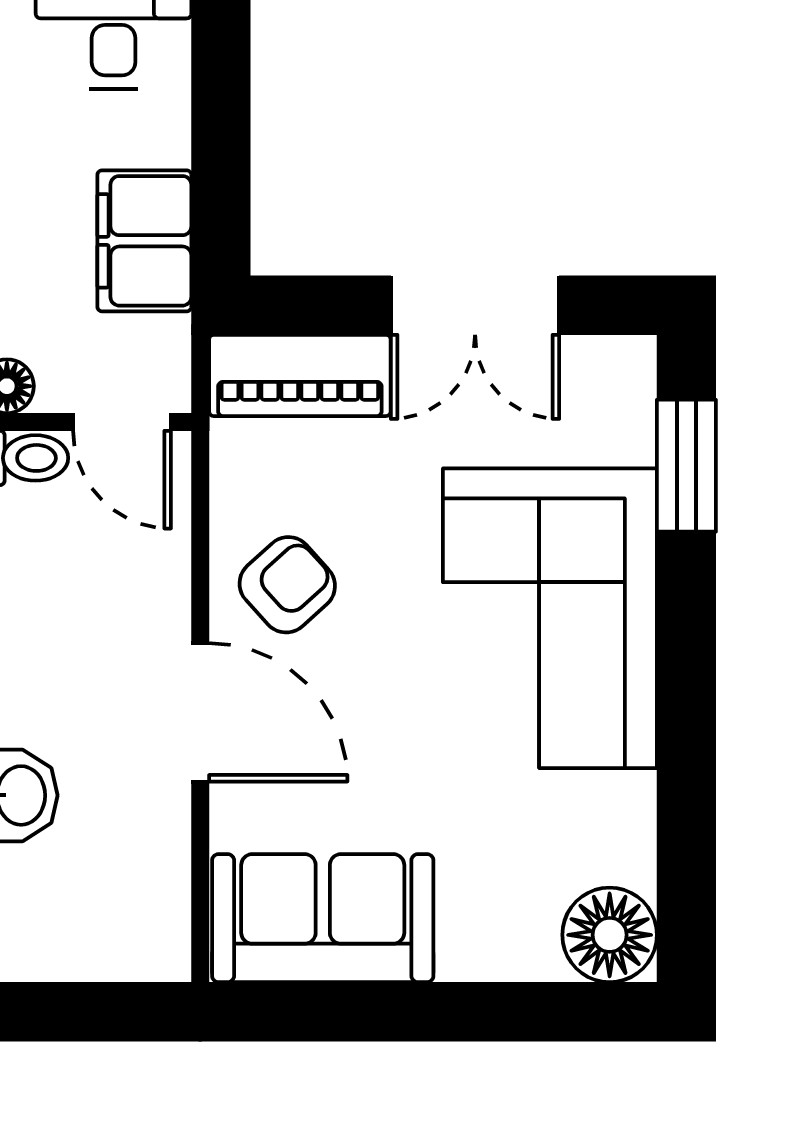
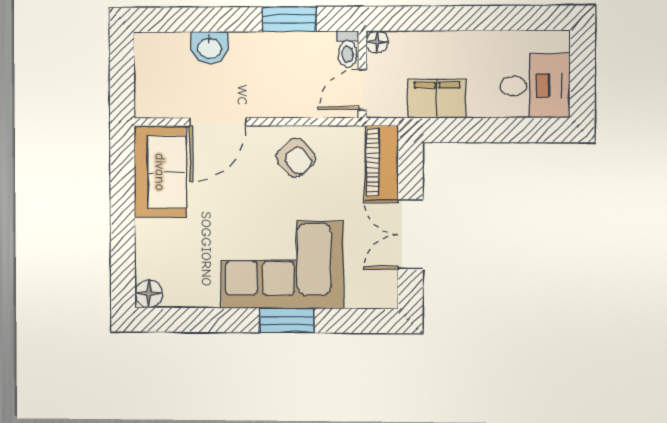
window: (686, 466) -> (287, 320), moved
door: (200, 712) -> (218, 122), moved
floor lamp: (610, 935) -> (149, 294), width x0.73, depth x0.73

